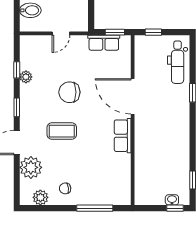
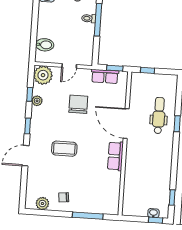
dental chair: (178, 62) -> (159, 115), moved, turned 180
chair: (69, 92) -> (78, 104), moved, turned 90
plant: (31, 167) -> (43, 75), moved

